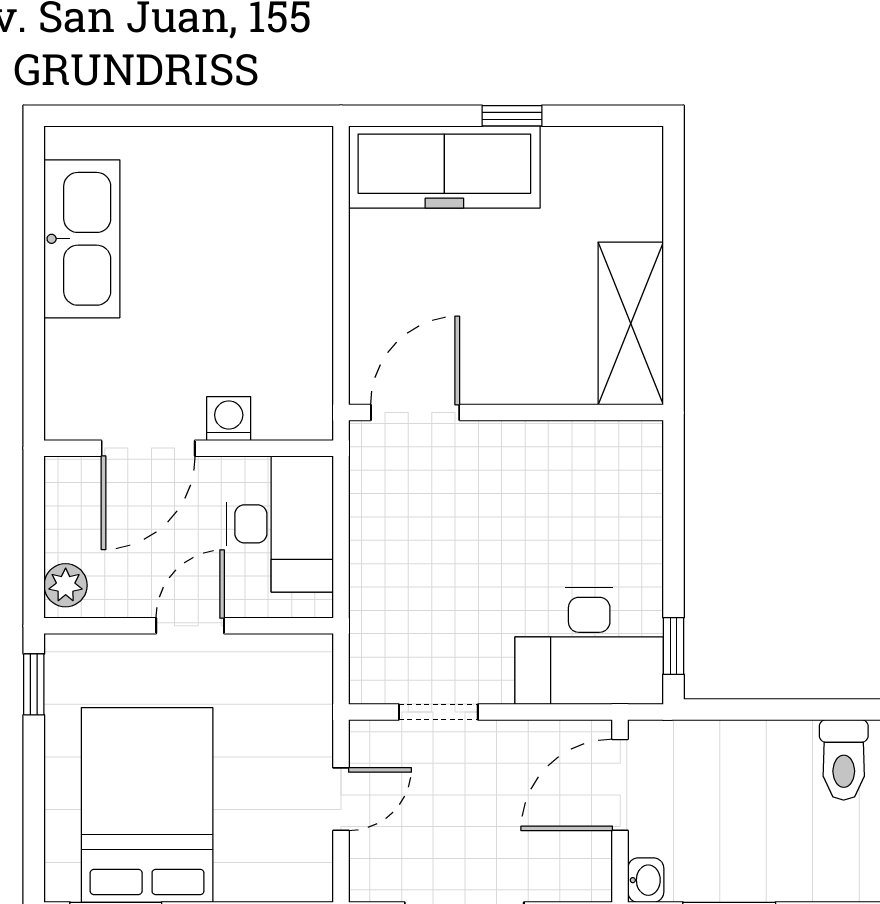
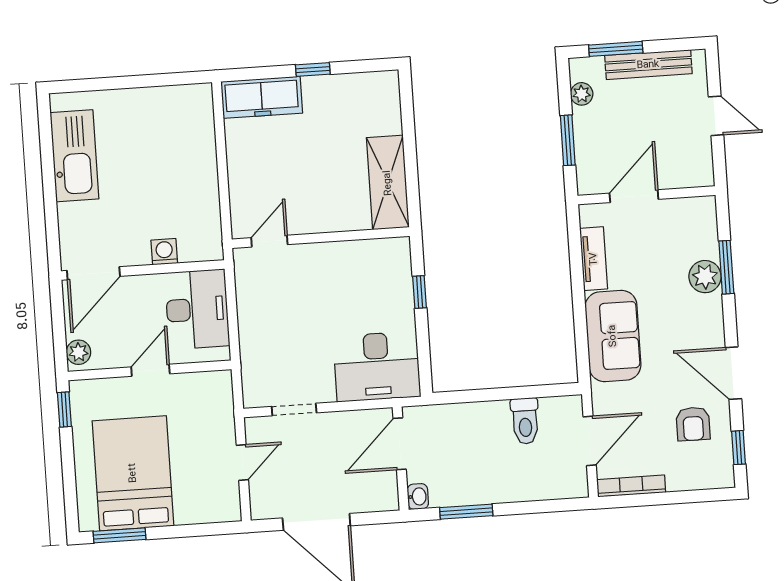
freezer: (444, 167) -> (262, 97), width x0.73, depth x0.79
door: (415, 413) -> (269, 241), width x0.73
door: (148, 448) -> (93, 273), moved
window: (673, 646) -> (420, 292), moved

